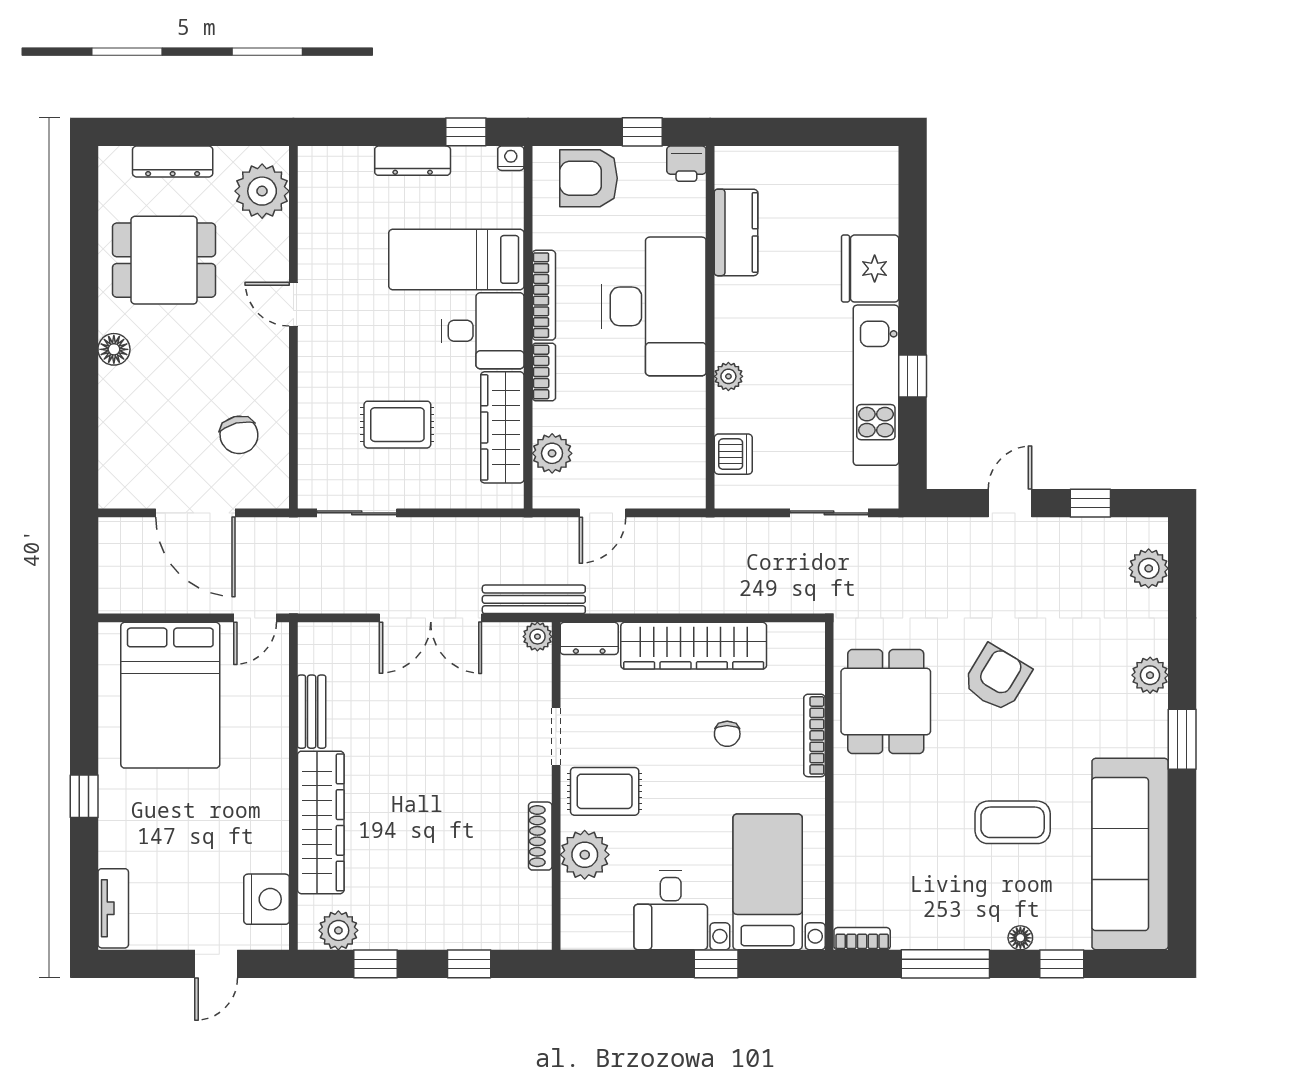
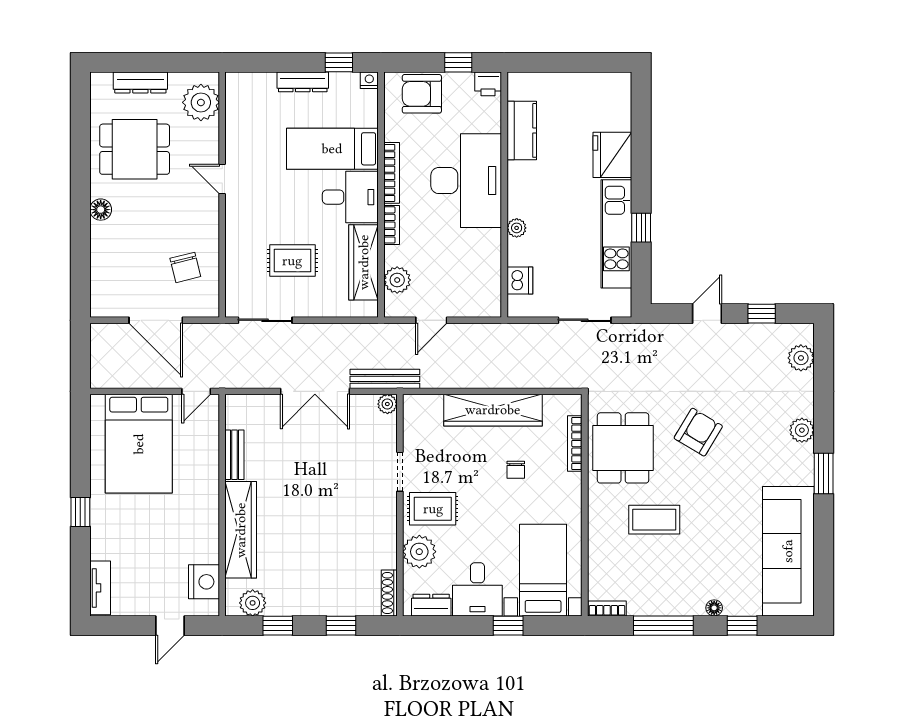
dresser: (589, 638) -> (431, 605), moved, turned 180
bookcase: (814, 735) -> (575, 444), moved
coffee table: (1013, 822) -> (654, 520), moved
shoe rack: (540, 836) -> (389, 593), moved

